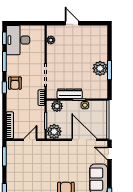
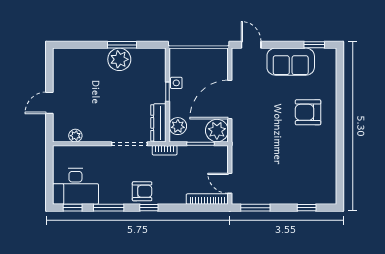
dresser: (70, 94) -> (158, 123), moved
door: (30, 140) -> (230, 183), moved
door: (84, 140) -> (230, 100), moved
door: (110, 154) -> (251, 45), swing flipped

